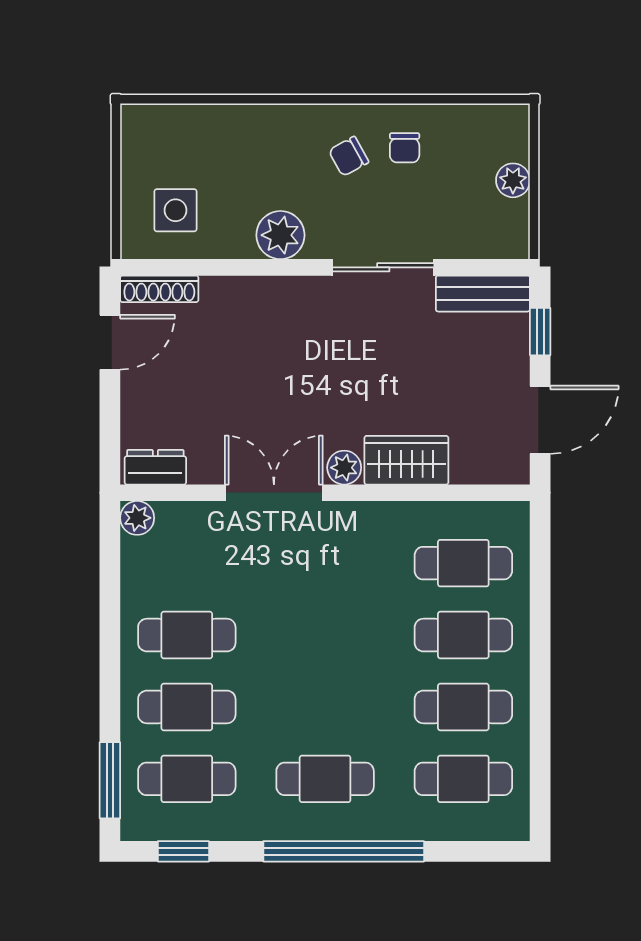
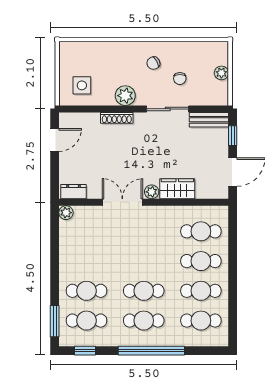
chair: (405, 148) -> (180, 79), moved
shoe rack: (159, 289) -> (117, 118), moved
cafe table: (187, 635) -> (144, 291), moved

